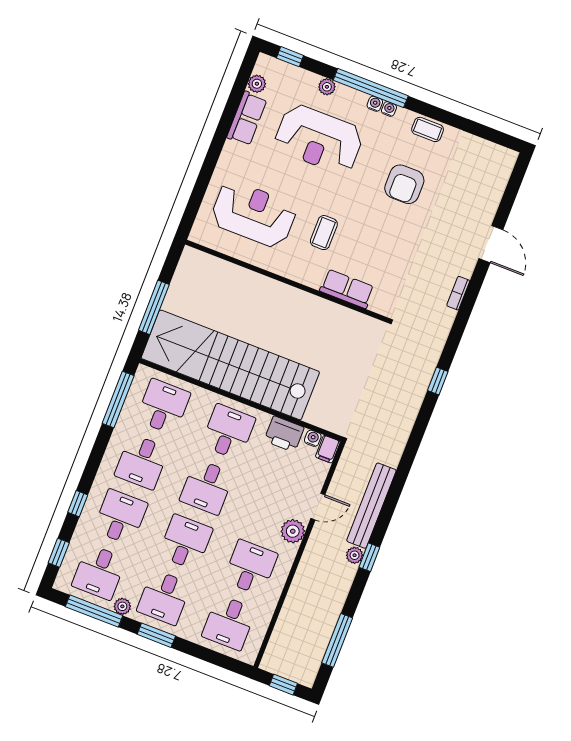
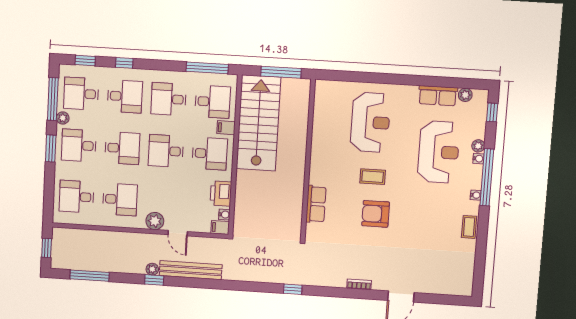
water cooler: (375, 104) -> (478, 159), moved
reception desk: (319, 139) -> (439, 152), turned 180
armchair: (404, 184) -> (376, 214), moved
wall: (287, 281) -> (308, 160), moved
row of seats: (347, 289) -> (316, 204), moved
stairs: (230, 365) -> (258, 123), width x0.73
filing cabinet: (202, 400) -> (226, 128), added

